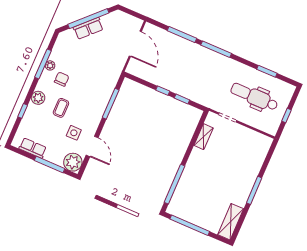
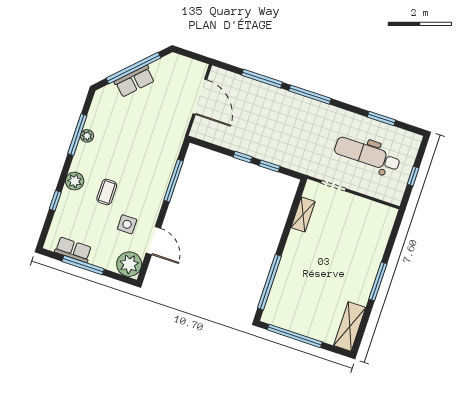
chair: (62, 79) -> (104, 153), removed
window: (50, 165) -> (83, 265), moved

